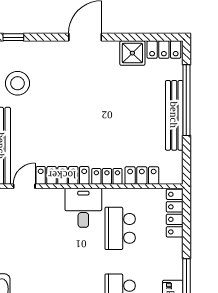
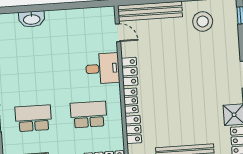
locker: (62, 175) -> (130, 72), width x0.66
desk: (83, 208) -> (103, 68), moved

